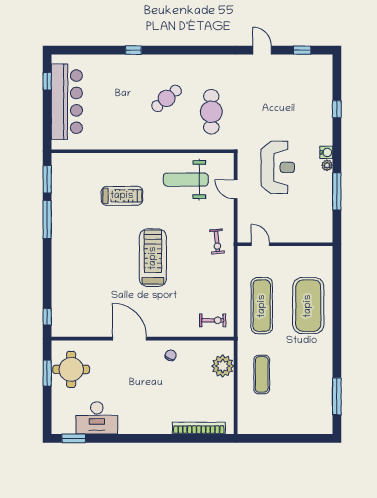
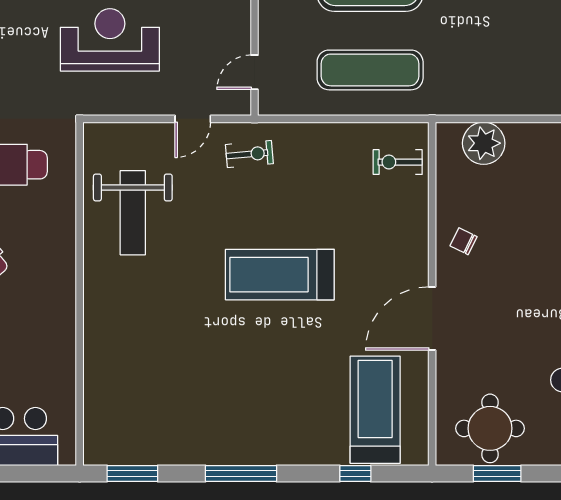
door: (236, 189) -> (193, 119), moved
treadmill: (122, 196) -> (375, 410), moved, width x1.37, depth x1.38
window: (47, 220) -> (241, 473), moved
window: (47, 317) -> (355, 473), moved
exercise bike: (213, 320) -> (398, 162), turned -90
exercise mat: (262, 374) -> (499, 70), removed

